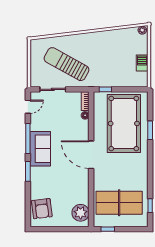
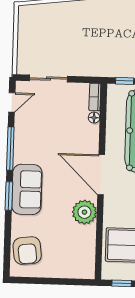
sun lounger: (67, 64) -> (70, 43), removed
sofa: (40, 149) -> (27, 189), moved
plant: (81, 213) -> (84, 212), moved

